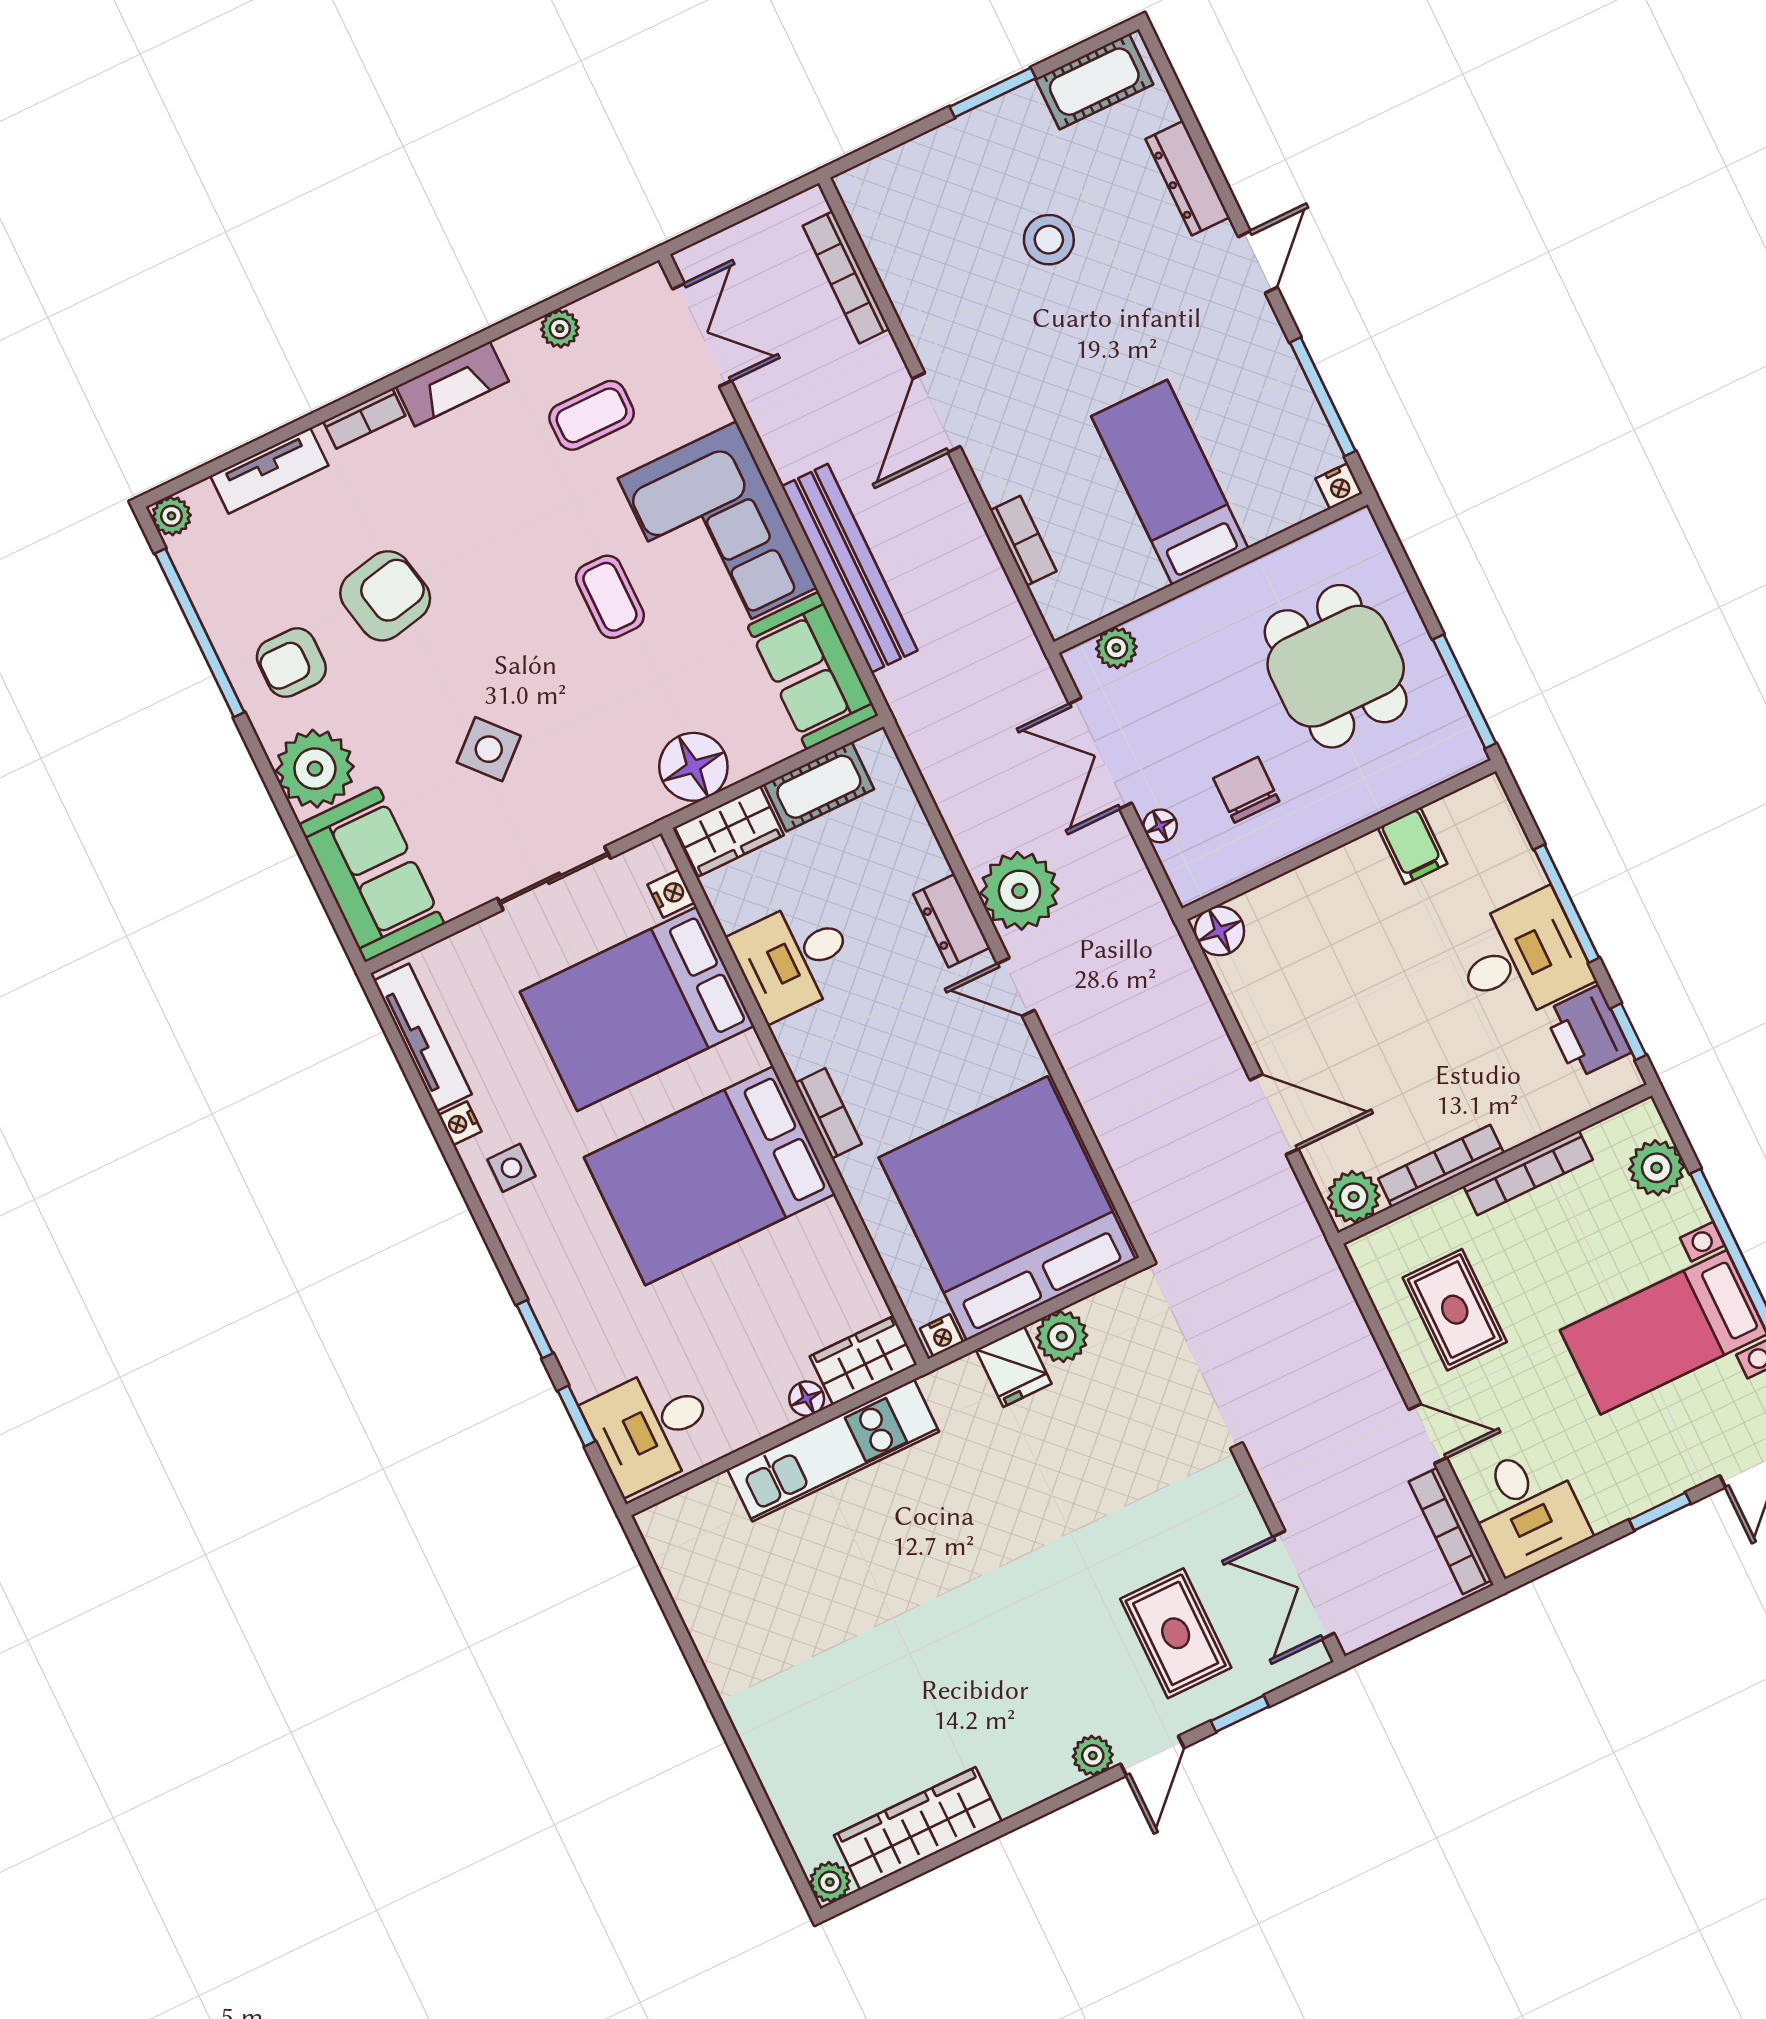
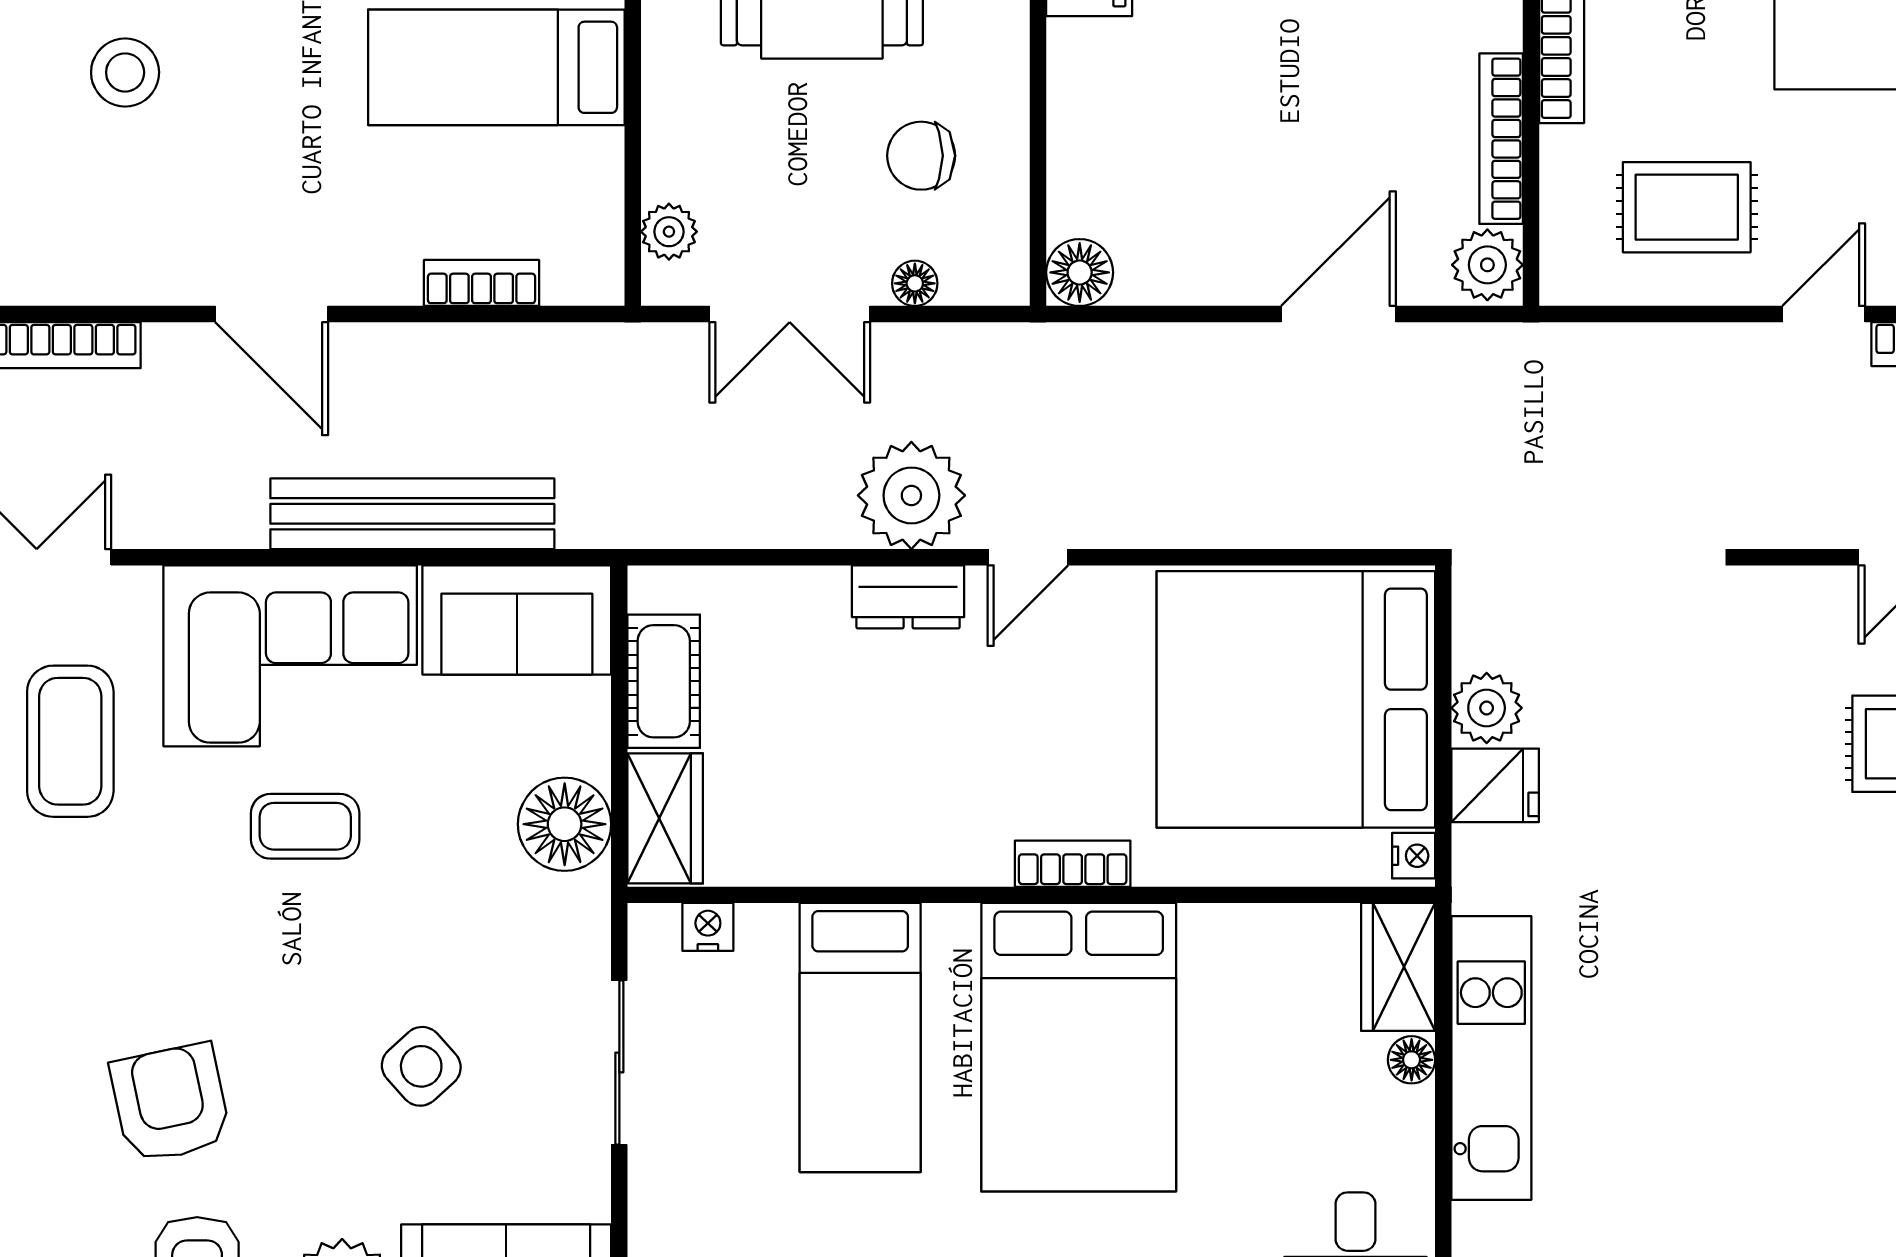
coffee table: (592, 415) -> (70, 741), width x1.36, depth x1.30
desk: (794, 959) -> (861, 814), removed
bed: (637, 1009) -> (860, 1038), width x0.67

